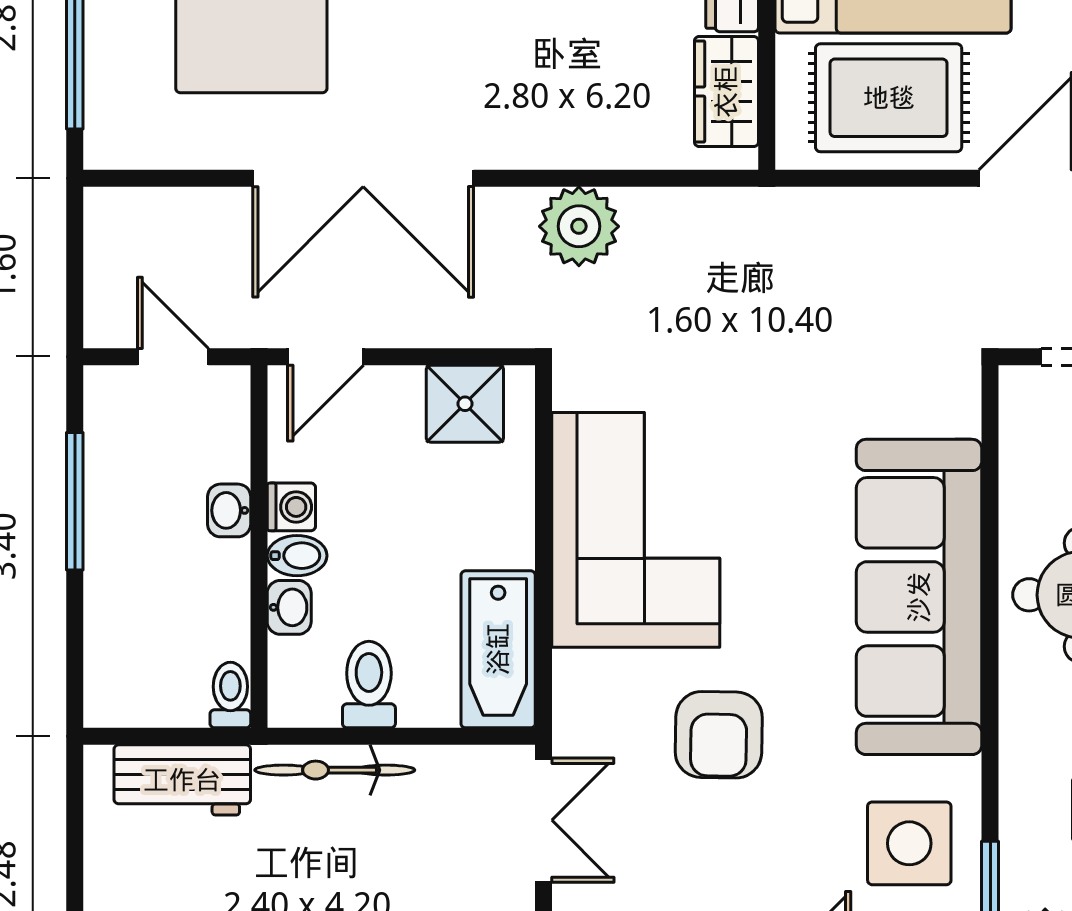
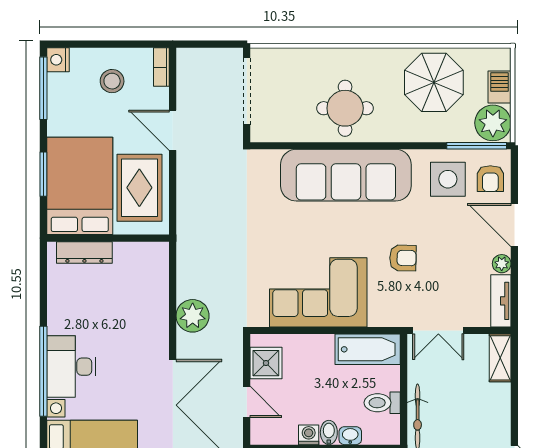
wardrobe: (726, 92) -> (137, 255), removed
door: (326, 357) -> (247, 402), moved
armchair: (719, 735) -> (403, 258), width x0.72, depth x0.72
double door: (544, 820) -> (438, 330), swing flipped

